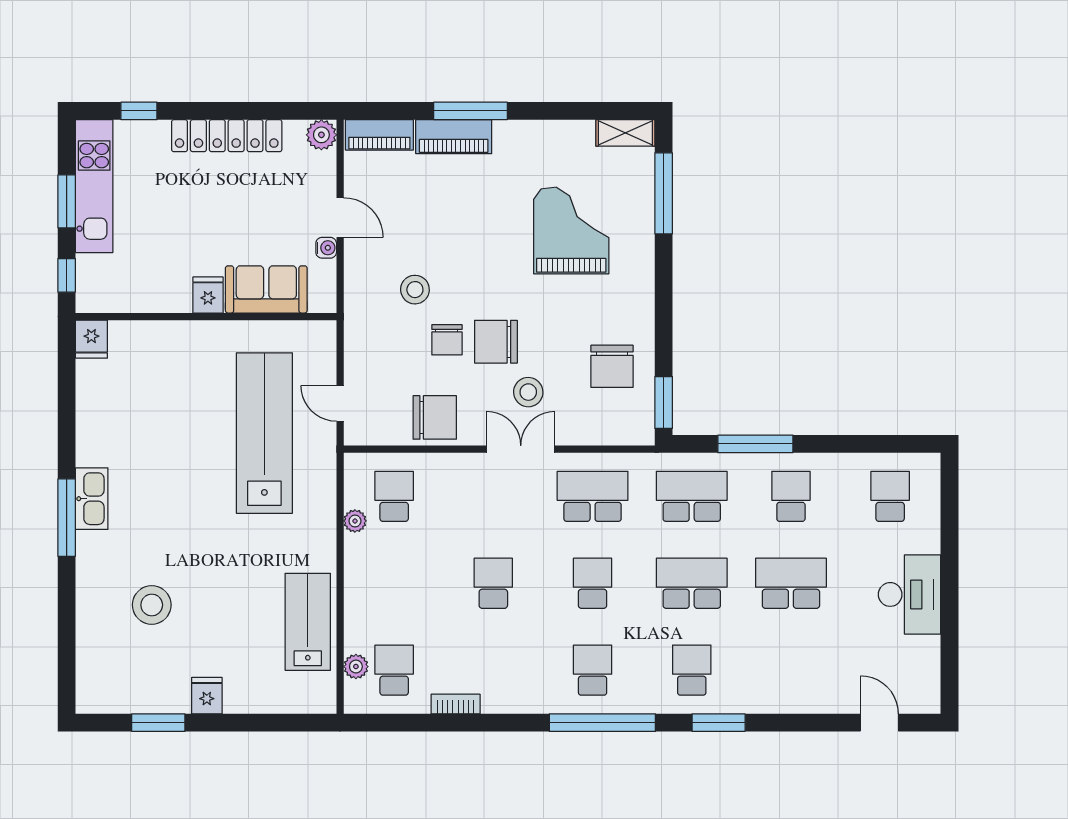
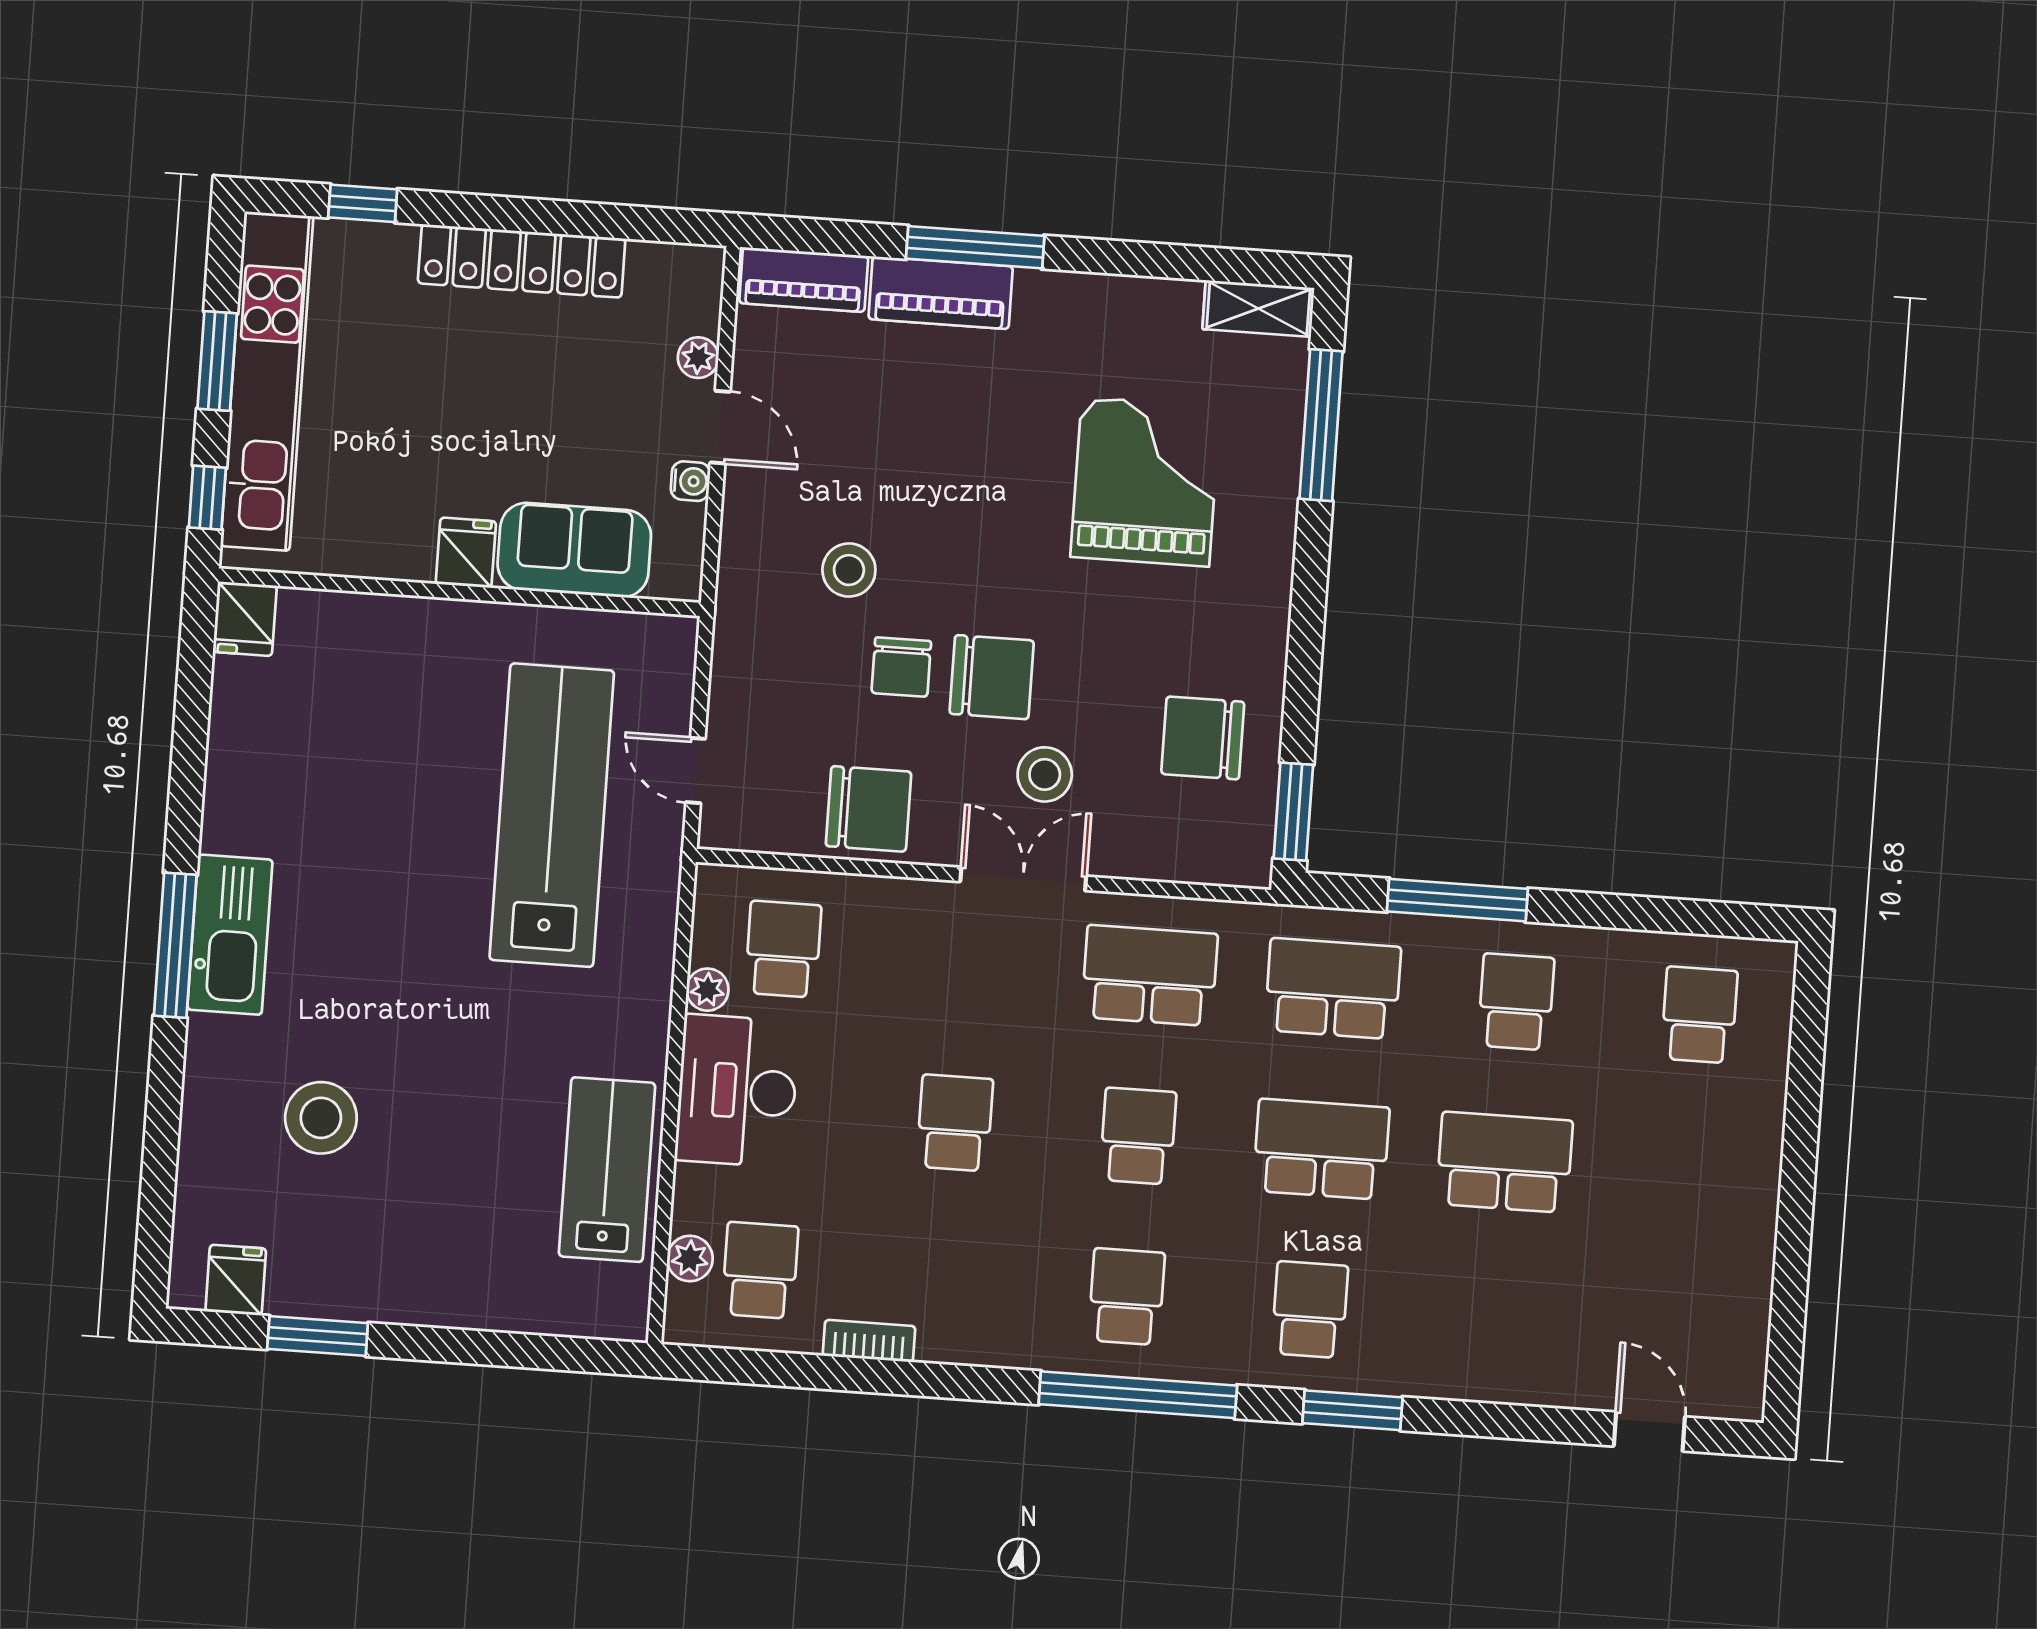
plant: (321, 135) -> (698, 358), moved, width x0.73, depth x0.73
kitchen unit: (94, 186) -> (267, 381), width x1.36
chair: (496, 342) -> (992, 677), turned 180
chair: (612, 366) -> (1203, 738), turned 90
kitchen sink: (92, 499) -> (230, 935), width x1.36, depth x1.24
desk: (909, 594) -> (737, 1091), moved, turned 180
fridge: (207, 696) -> (236, 1280), moved

